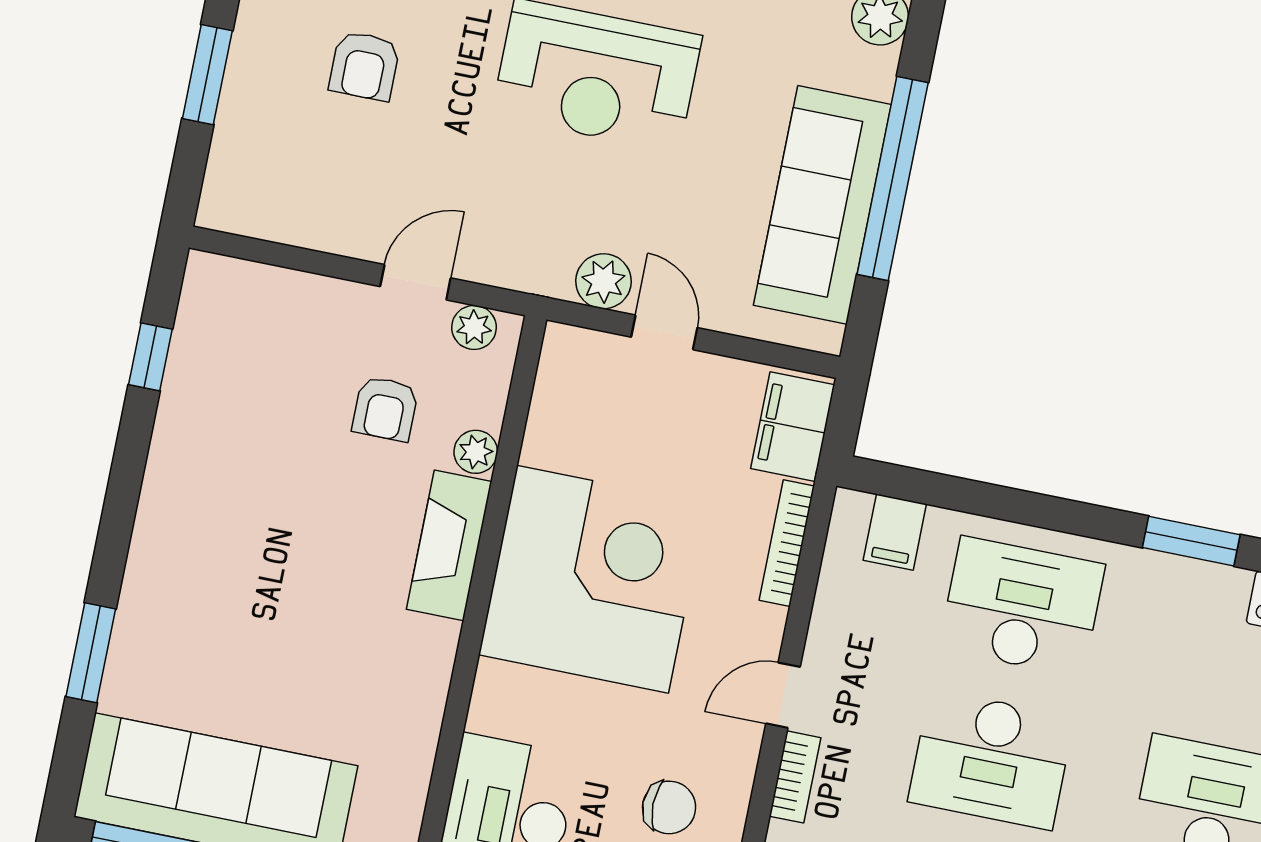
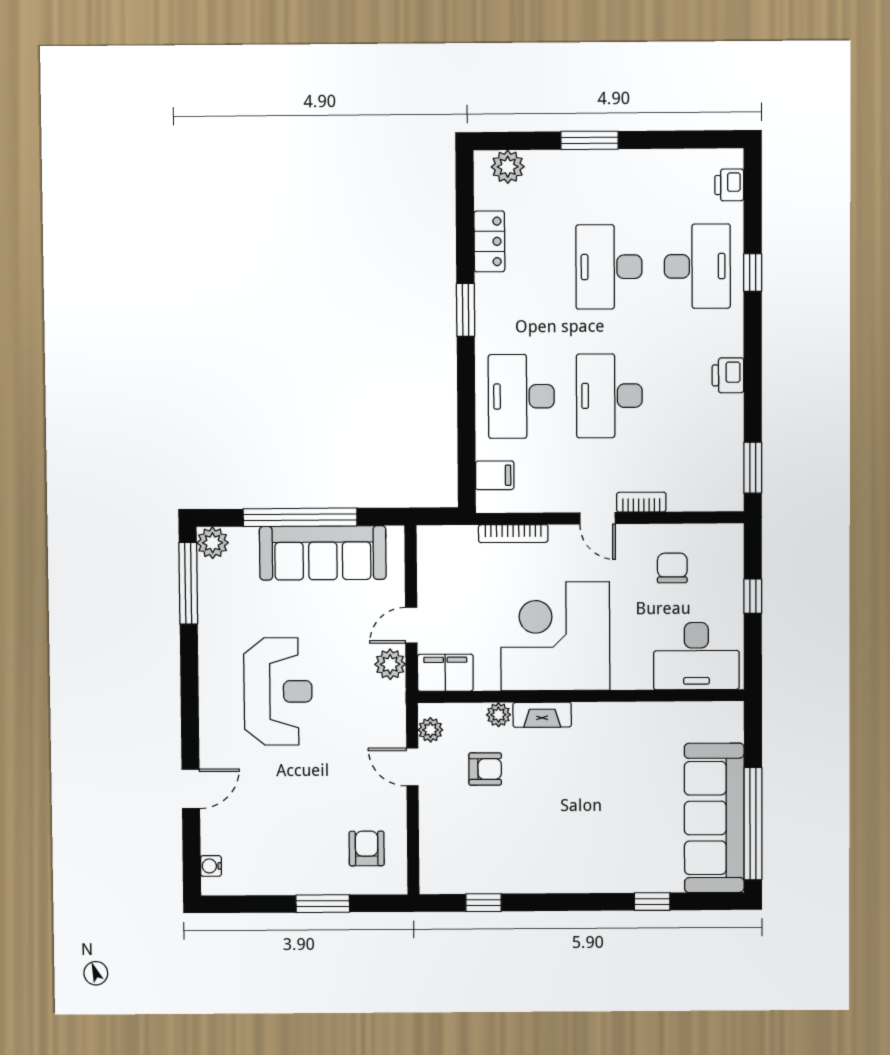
armchair: (365, 66) -> (367, 848), moved, turned -90
filing cabinet: (793, 427) -> (445, 673), moved, turned 180
fireplace: (449, 545) -> (542, 715), width x0.73, depth x0.76
window: (91, 653) -> (652, 902), width x0.67
desk: (991, 759) -> (609, 396), turned 180

